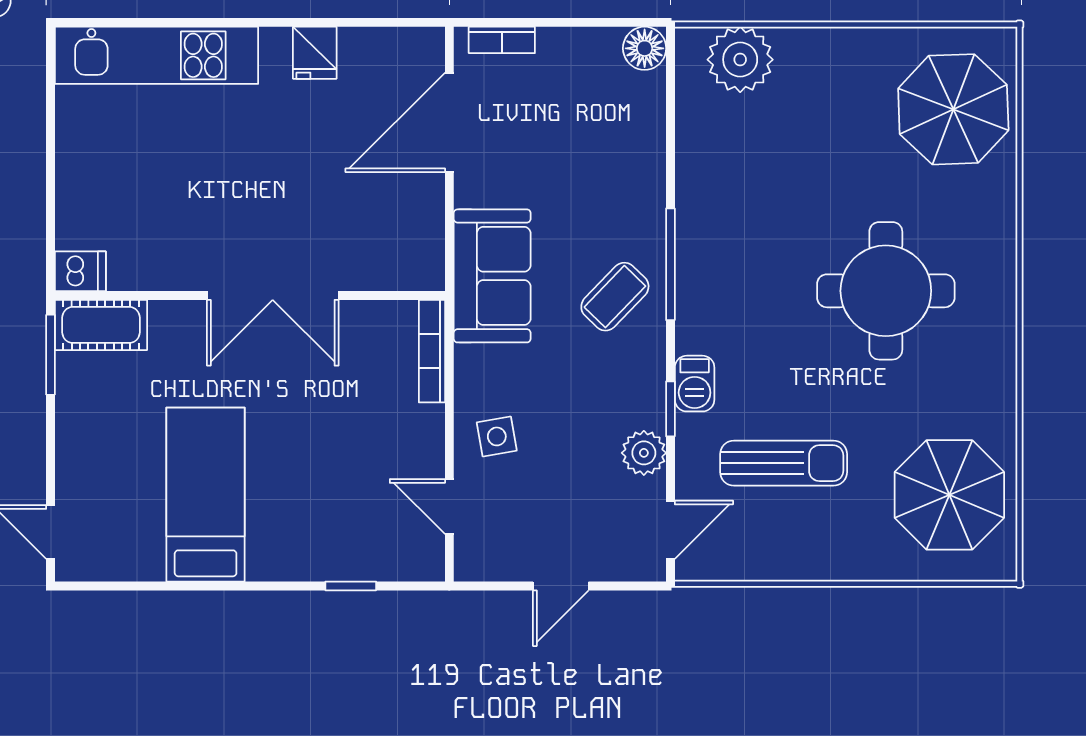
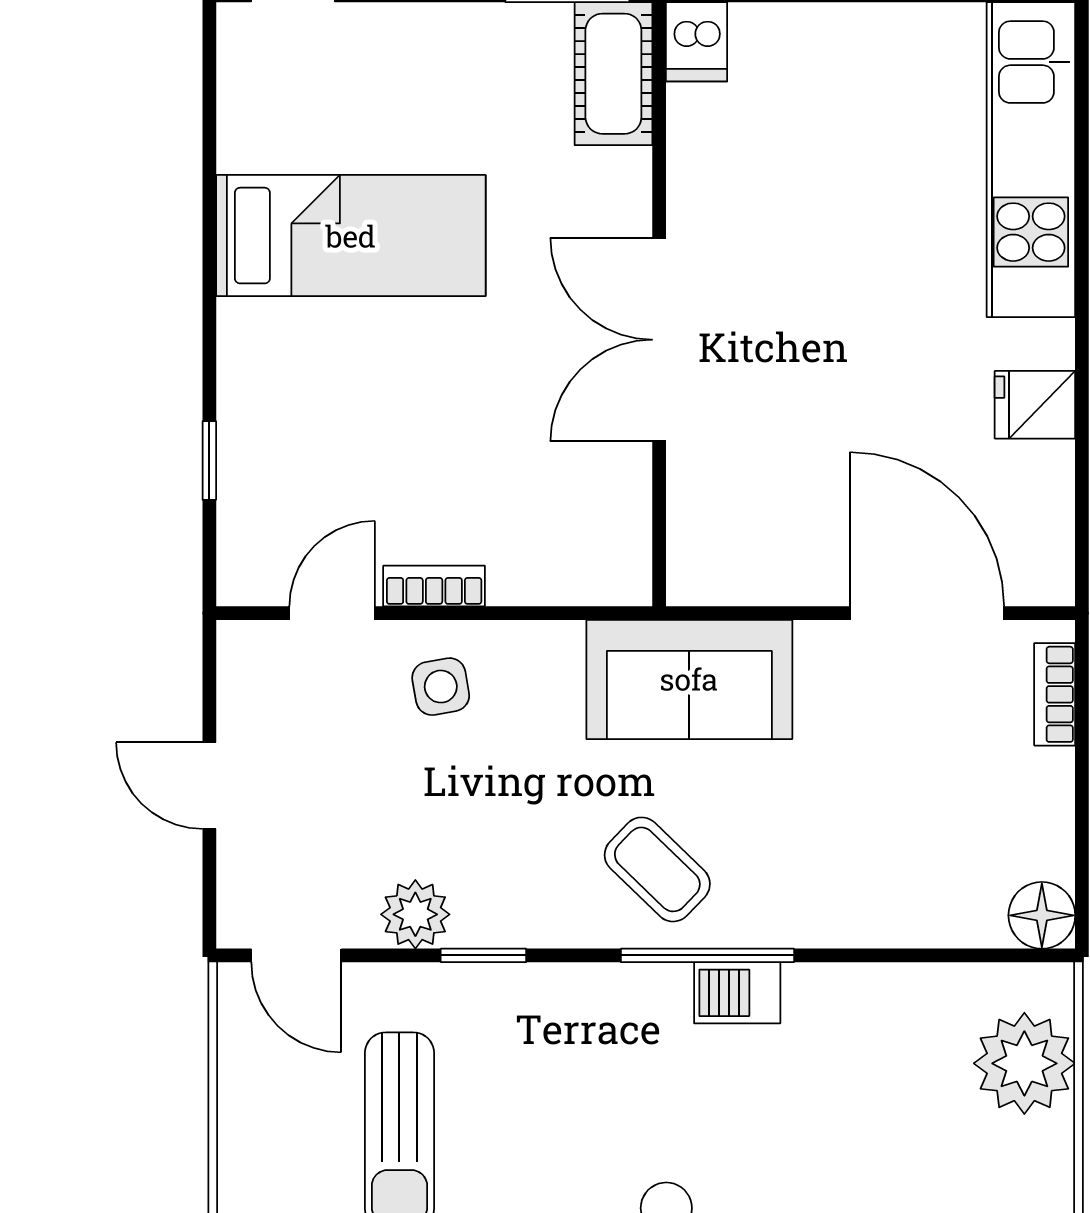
bookcase: (432, 351) -> (434, 586), moved, width x0.64
barbecue: (695, 384) -> (737, 993), moved

